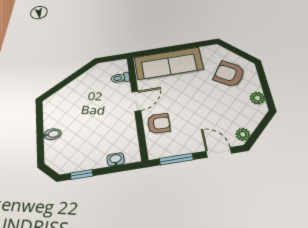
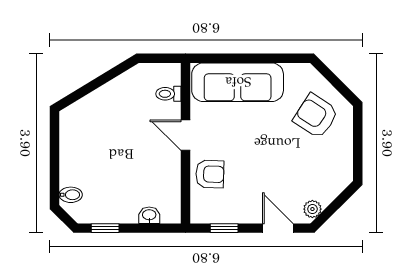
plant: (257, 98) -> (343, 160), removed
door: (136, 101) -> (185, 135), swing flipped
bidet: (52, 134) -> (71, 195), moved
window: (176, 159) -> (224, 228), width x0.67

